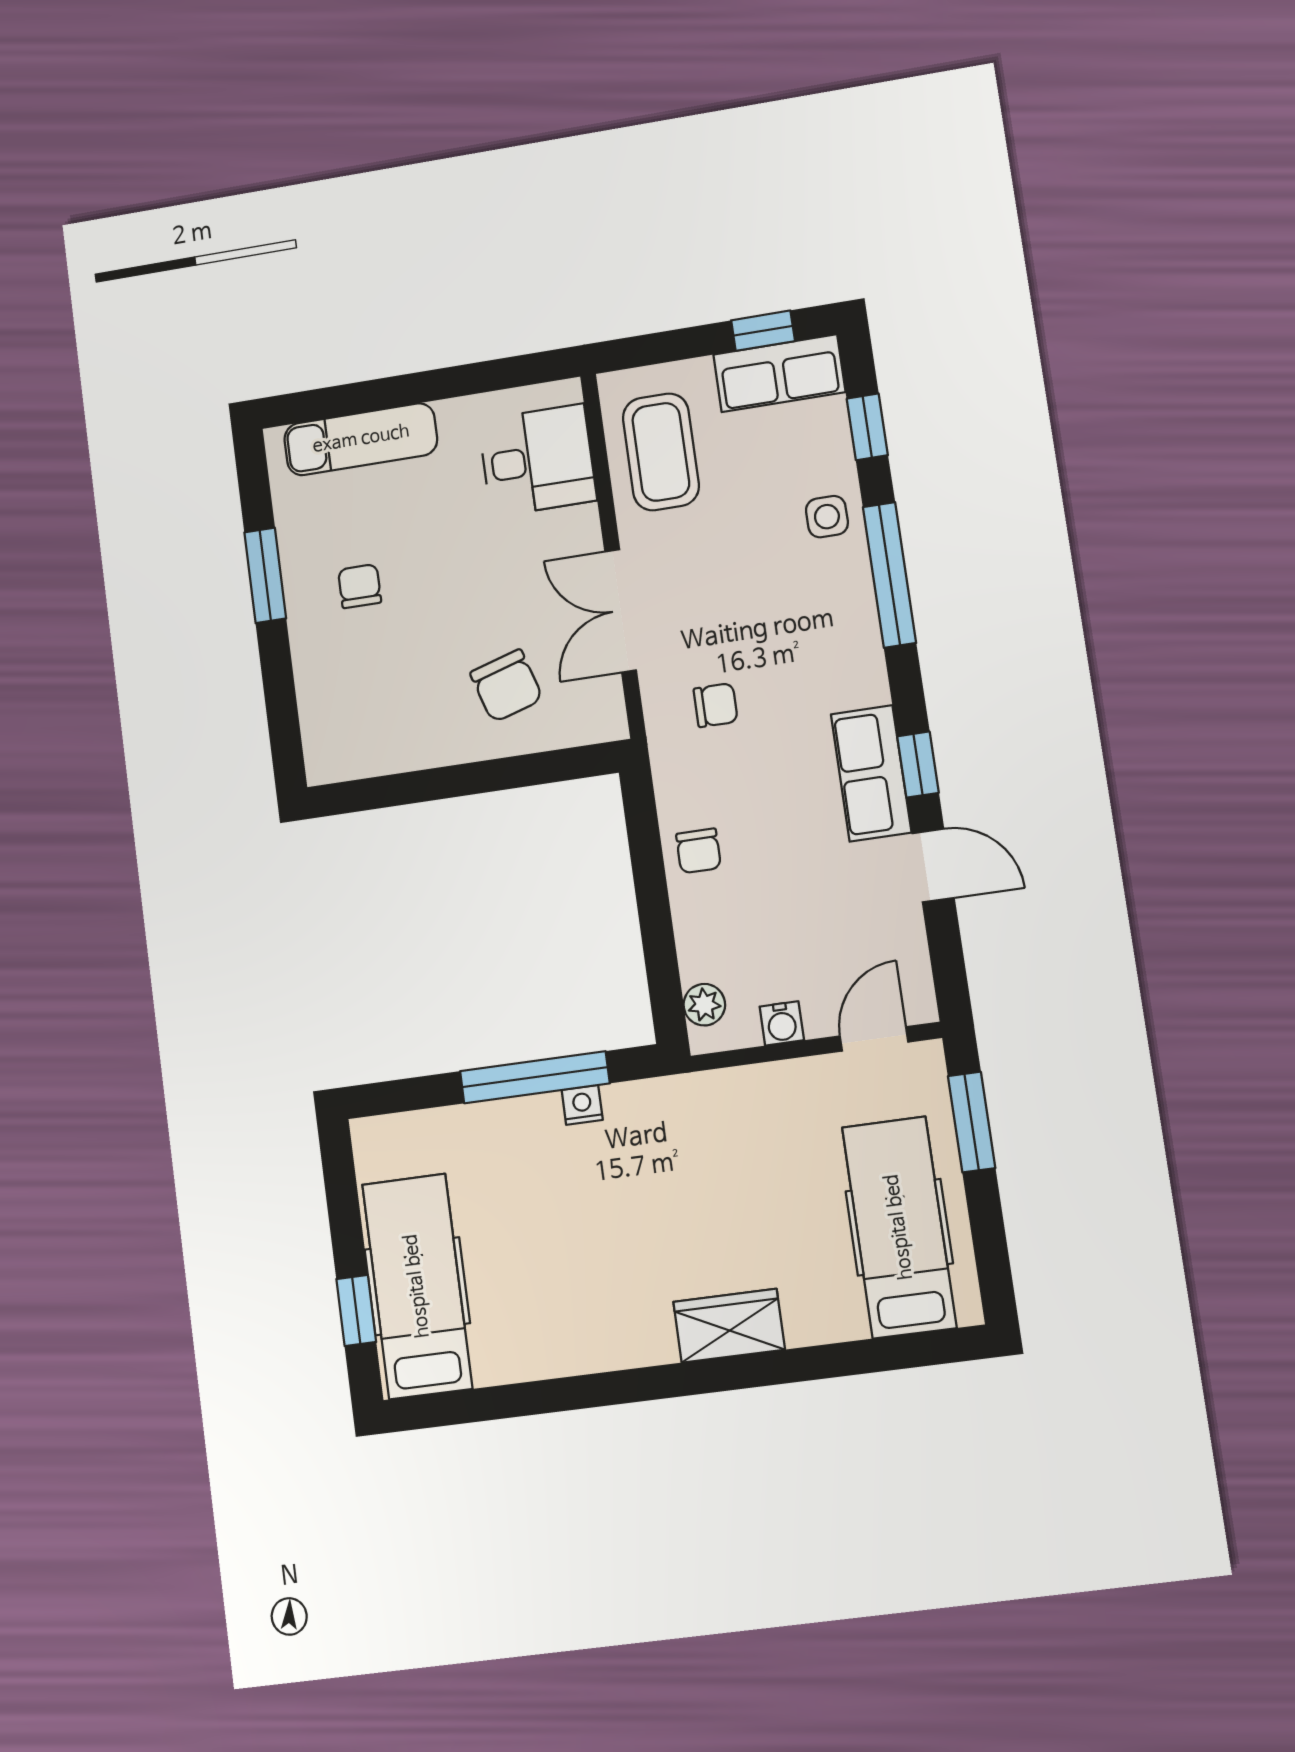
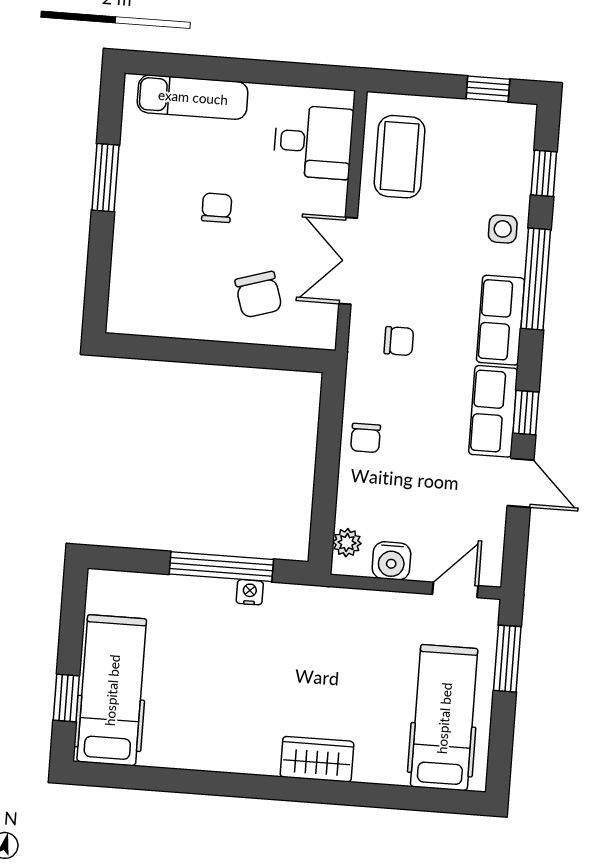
row of seats: (779, 373) -> (500, 320), moved, turned 90
chair: (360, 586) -> (217, 208), moved
water cooler: (782, 1023) -> (391, 561), width x1.38, depth x1.38

